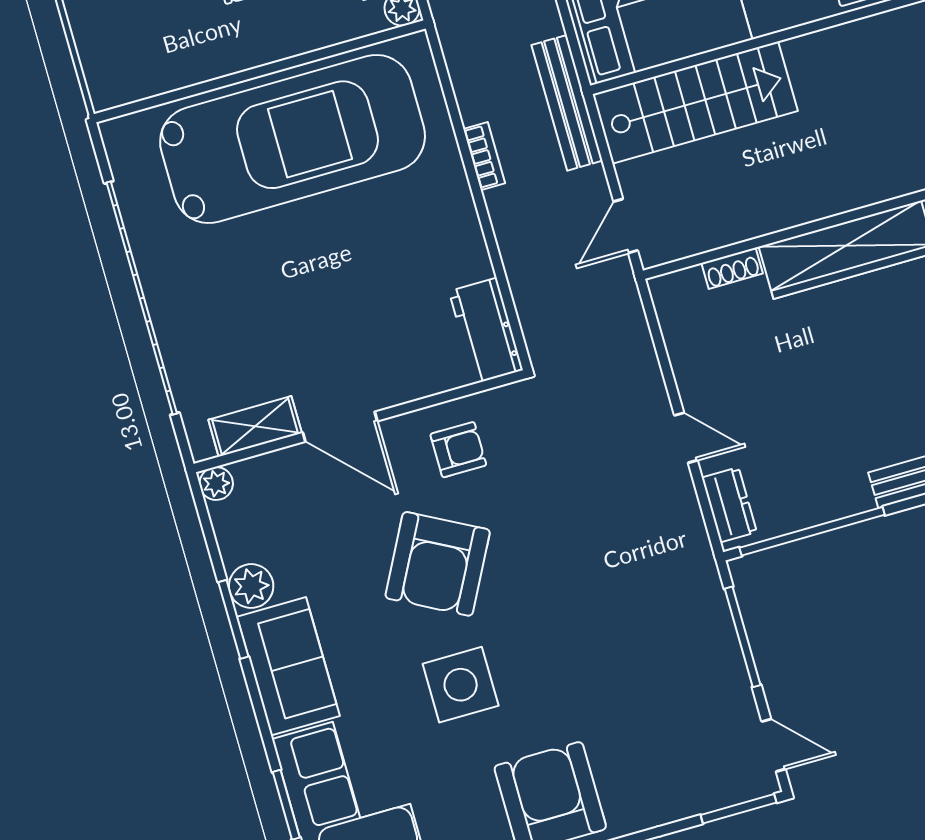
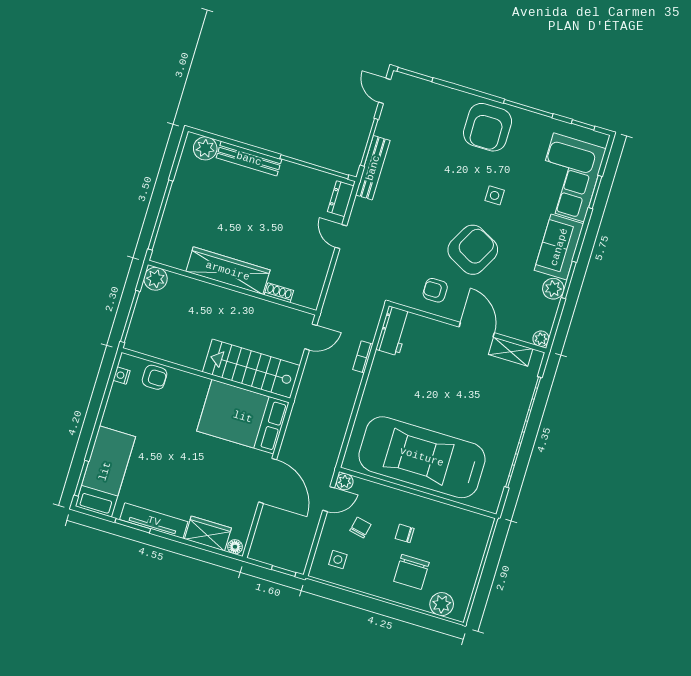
bench: (567, 103) -> (373, 168), moved
bookcase: (484, 156) -> (363, 357), moved
side table: (461, 685) -> (495, 195), width x0.54, depth x0.54

